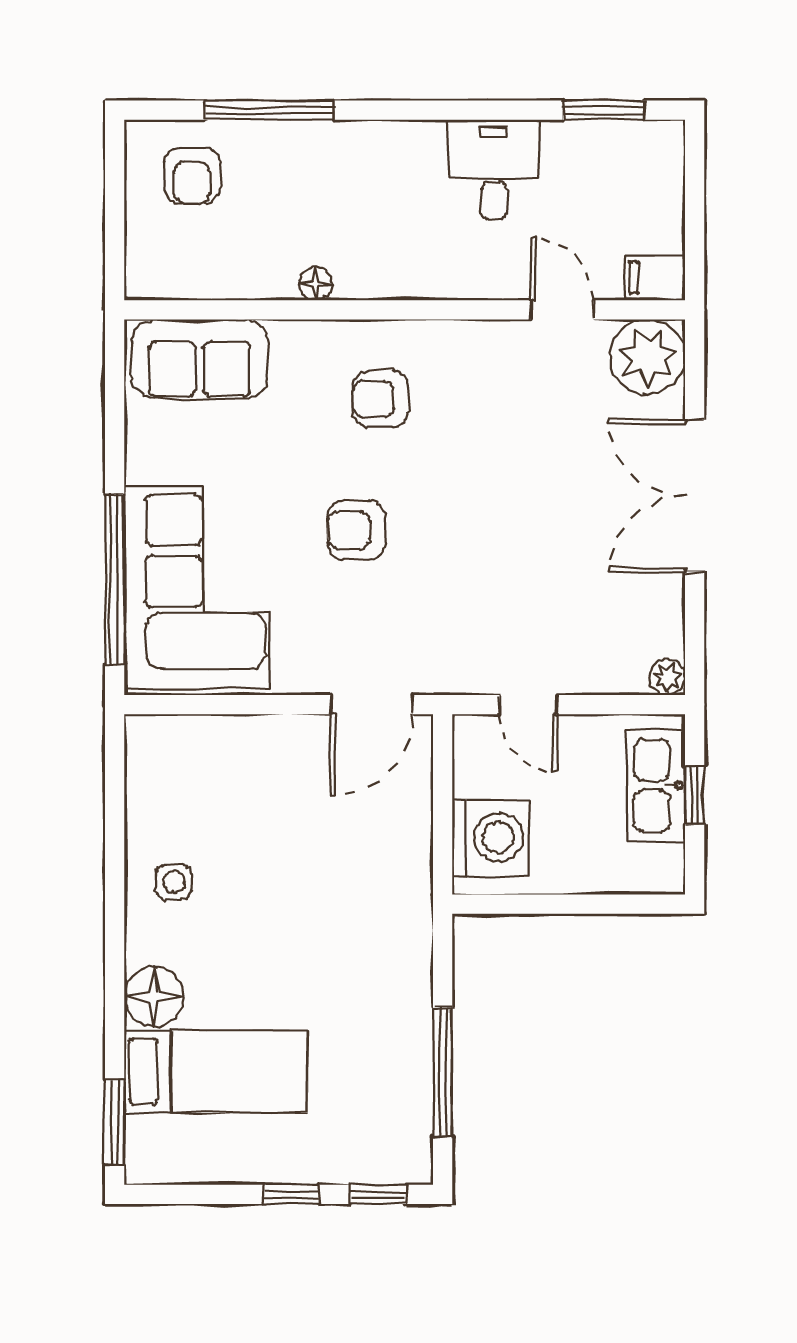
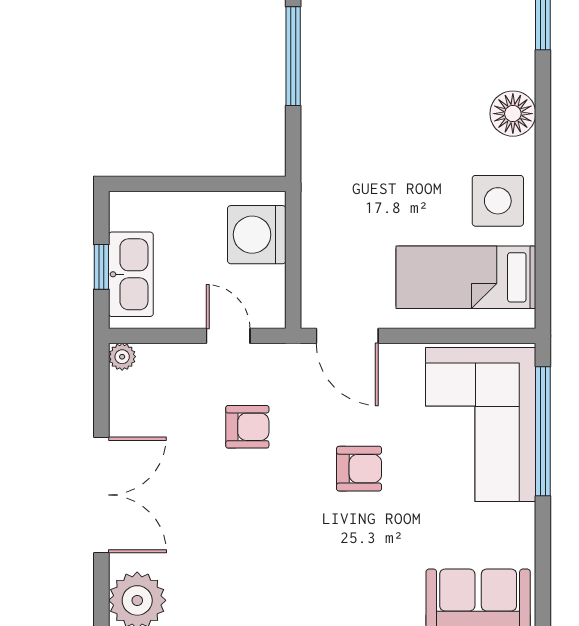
armchair: (380, 399) -> (247, 427), moved
door: (372, 705) -> (347, 336), swing flipped
side table: (174, 882) -> (498, 201), width x1.87, depth x1.87
bed: (216, 1072) -> (466, 277), moved

